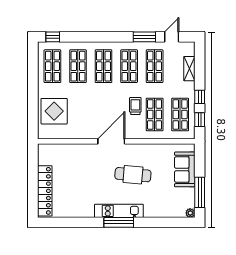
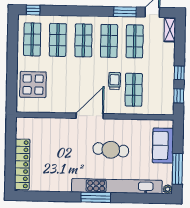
shelving: (189, 69) -> (170, 30), moved
shop shelf: (180, 114) -> (159, 90), removed
kitchen unit: (119, 211) -> (117, 186), width x1.86

